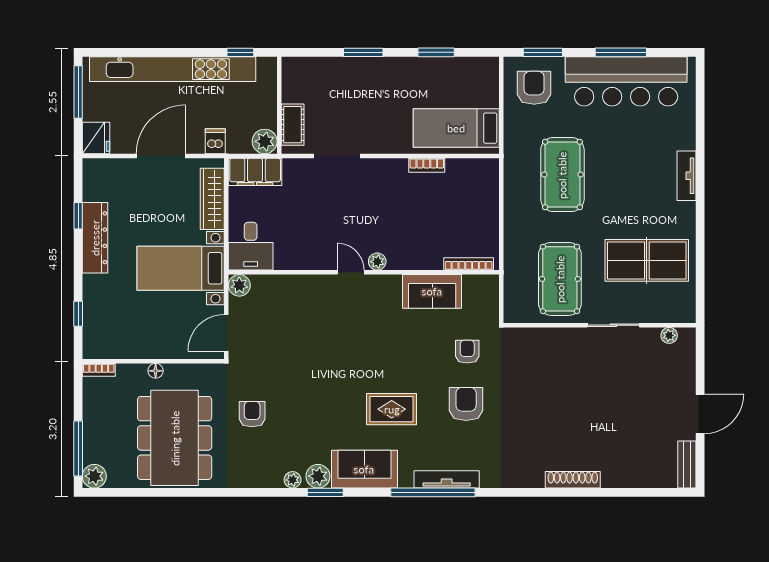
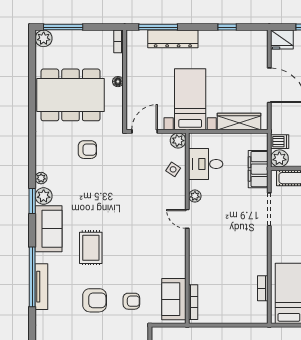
dishwasher: (215, 141) -> (280, 142), moved
bookcase: (427, 165) -> (263, 288), moved
filing cabinet: (255, 172) -> (258, 169), moved
dresser: (95, 238) -> (173, 39), moved
desk: (251, 246) -> (206, 164), moved
plant: (377, 262) -> (195, 196), moved
door: (351, 272) -> (187, 219), swing flipped
sofa: (432, 291) -> (174, 299), moved
side table: (280, 292) -> (173, 169), added
window: (78, 314) -> (158, 27), width x2.17
door: (226, 333) -> (145, 131), hinge flipped

